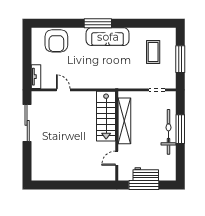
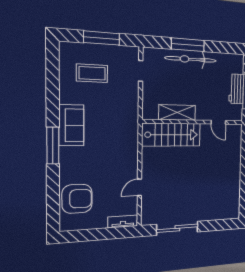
sofa: (108, 37) -> (71, 125), width x0.73
shelving: (124, 121) -> (177, 113), width x0.68

